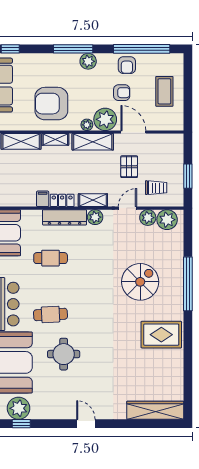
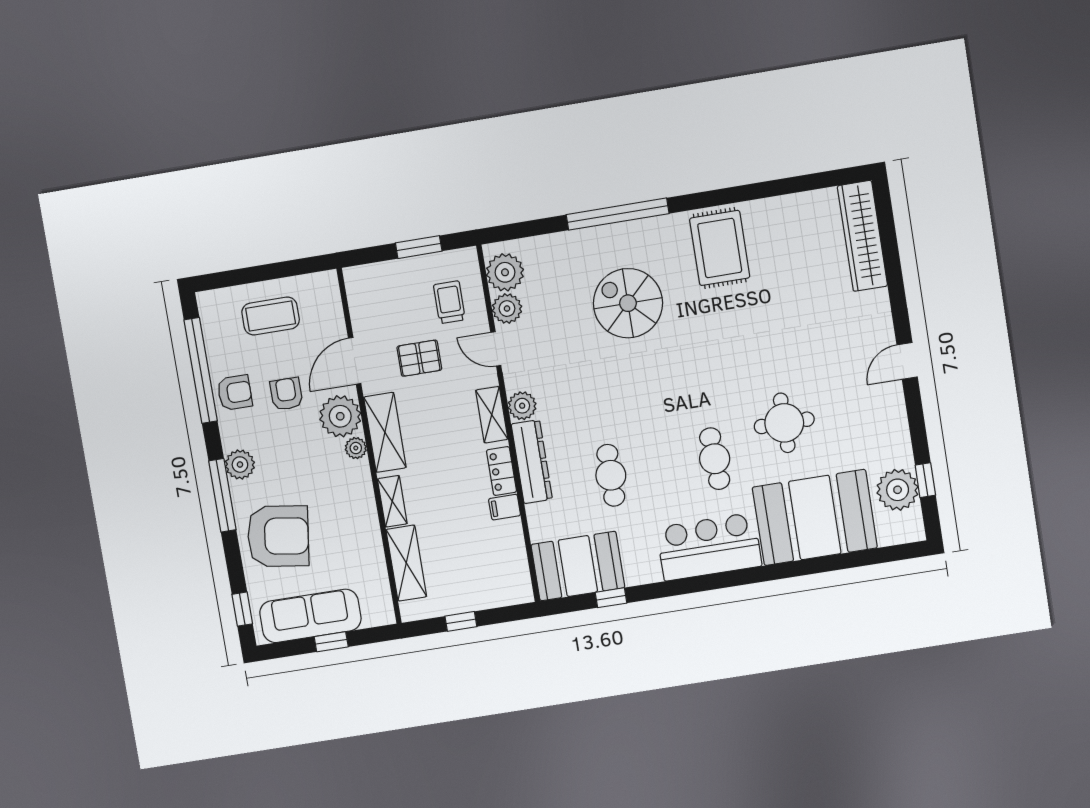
armchair: (51, 104) -> (278, 536), moved, turned -82

